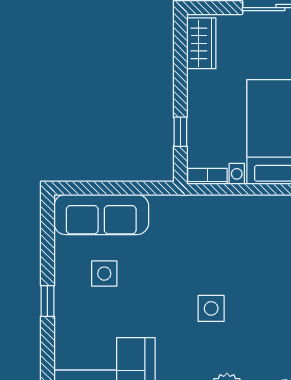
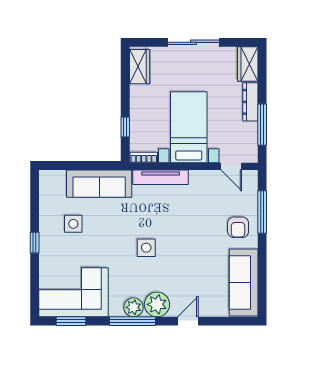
tv unit: (232, 205) -> (161, 177), added
sofa: (101, 214) -> (99, 184), moved

